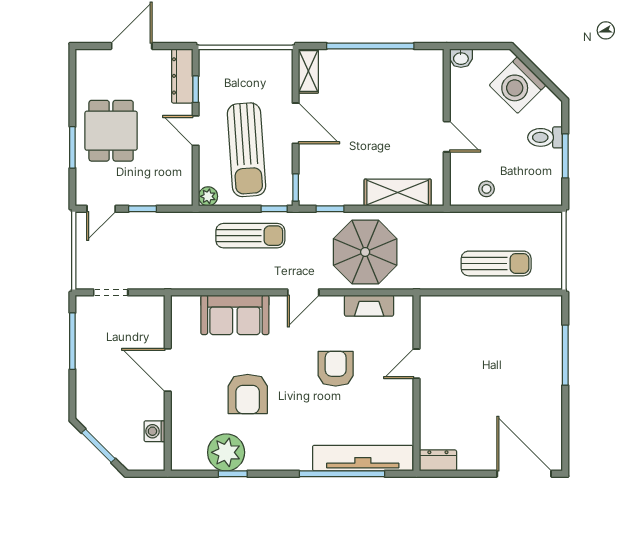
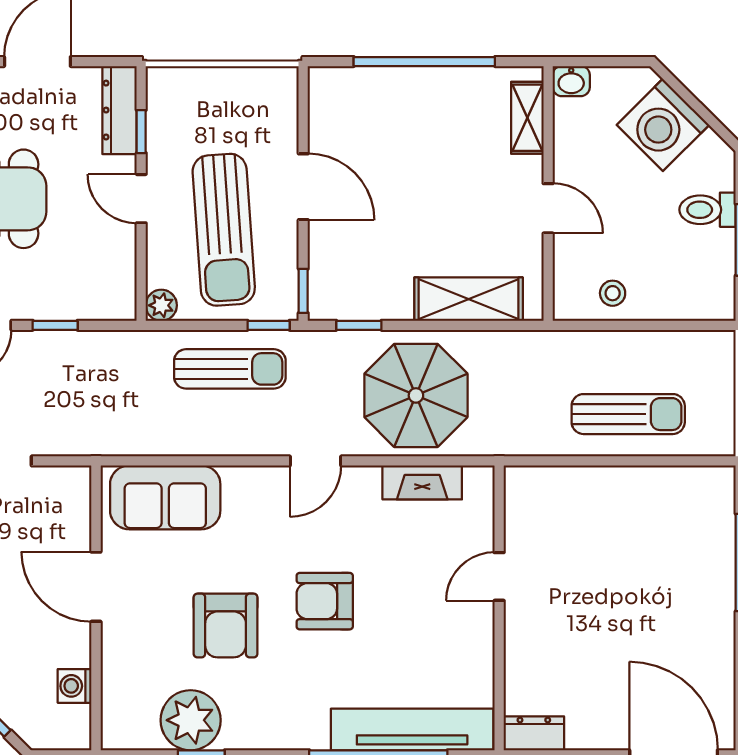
shelving: (308, 71) -> (527, 118), moved
sofa: (235, 315) -> (165, 497), moved
armchair: (336, 369) -> (325, 601), moved, turned -90

